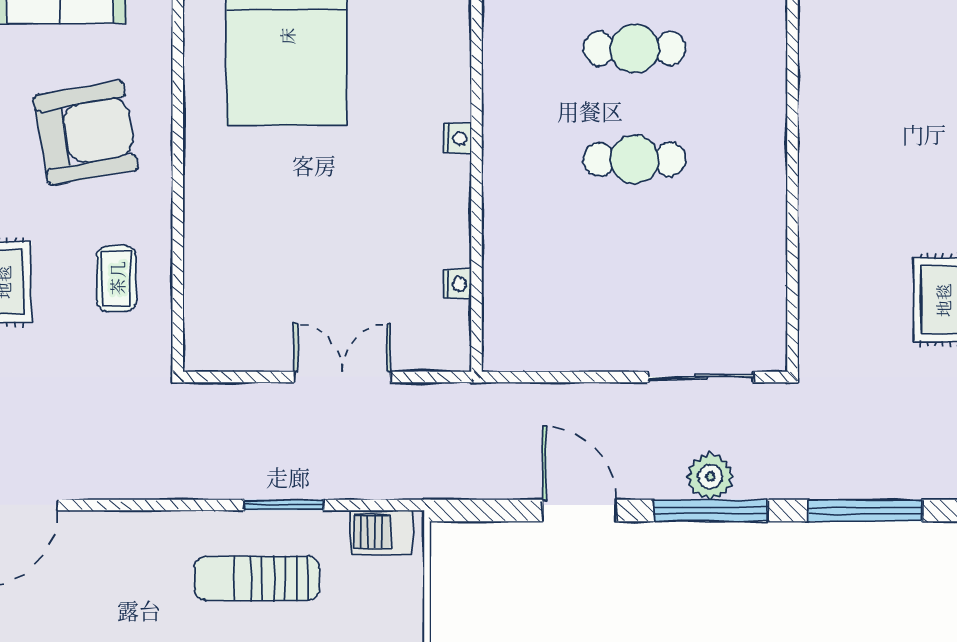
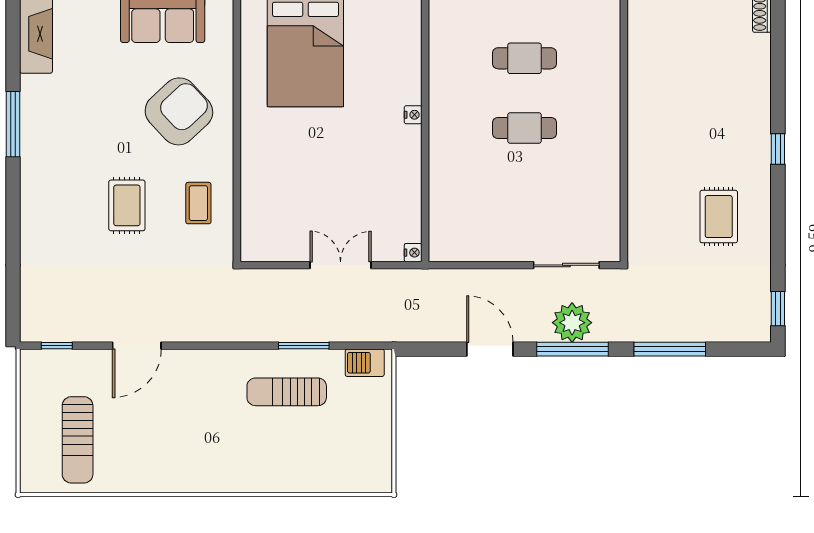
armchair: (86, 133) -> (179, 111), turned -33
nightstand: (457, 284) -> (413, 253), moved
plant: (710, 477) -> (572, 323), width x1.36, depth x1.36

